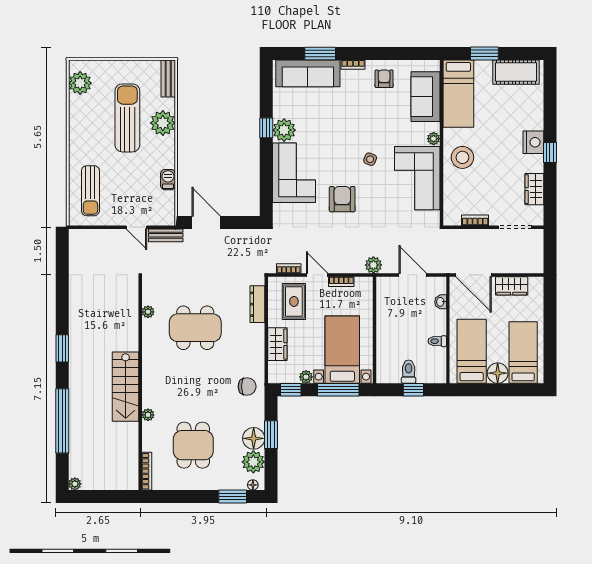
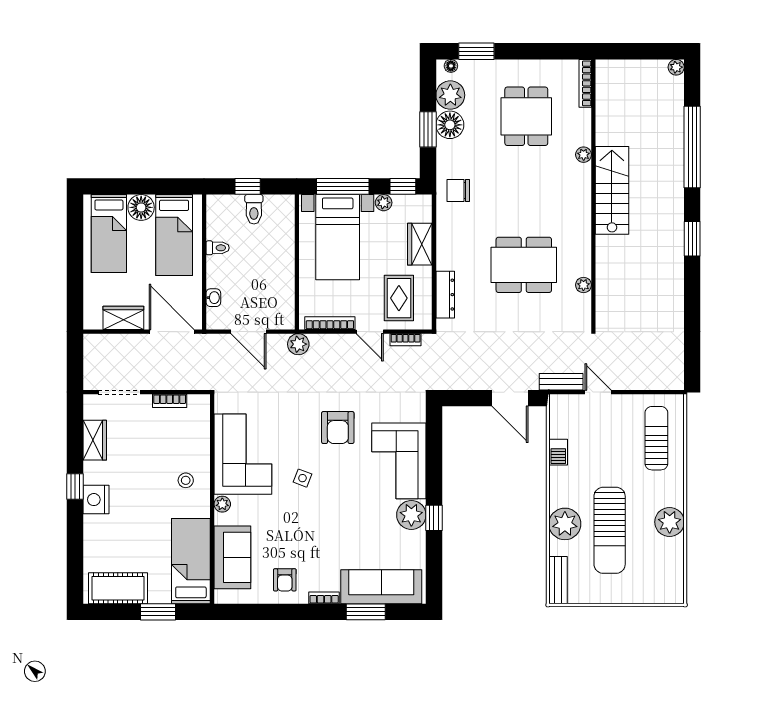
plant: (80, 83) -> (670, 522), moved
stool: (462, 157) -> (186, 480), width x0.53, depth x0.53
bookcase: (341, 282) -> (330, 323), width x1.56

